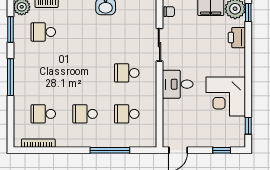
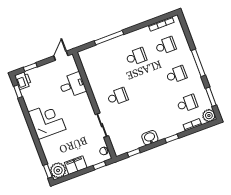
printer: (237, 38) -> (23, 80), moved
desk: (178, 84) -> (72, 85), moved
corner desk: (226, 97) -> (47, 121), moved
school desk: (127, 114) -> (176, 75), moved

